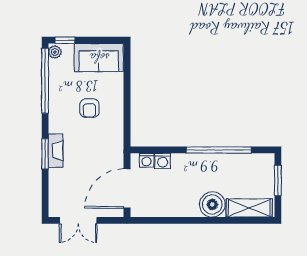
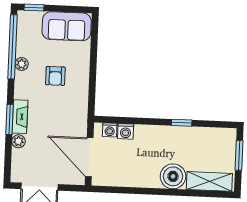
plant: (55, 52) -> (22, 64), moved
window: (219, 150) -> (182, 123), width x0.32
plant: (55, 176) -> (19, 141), added
door: (127, 189) -> (89, 157), hinge flipped

